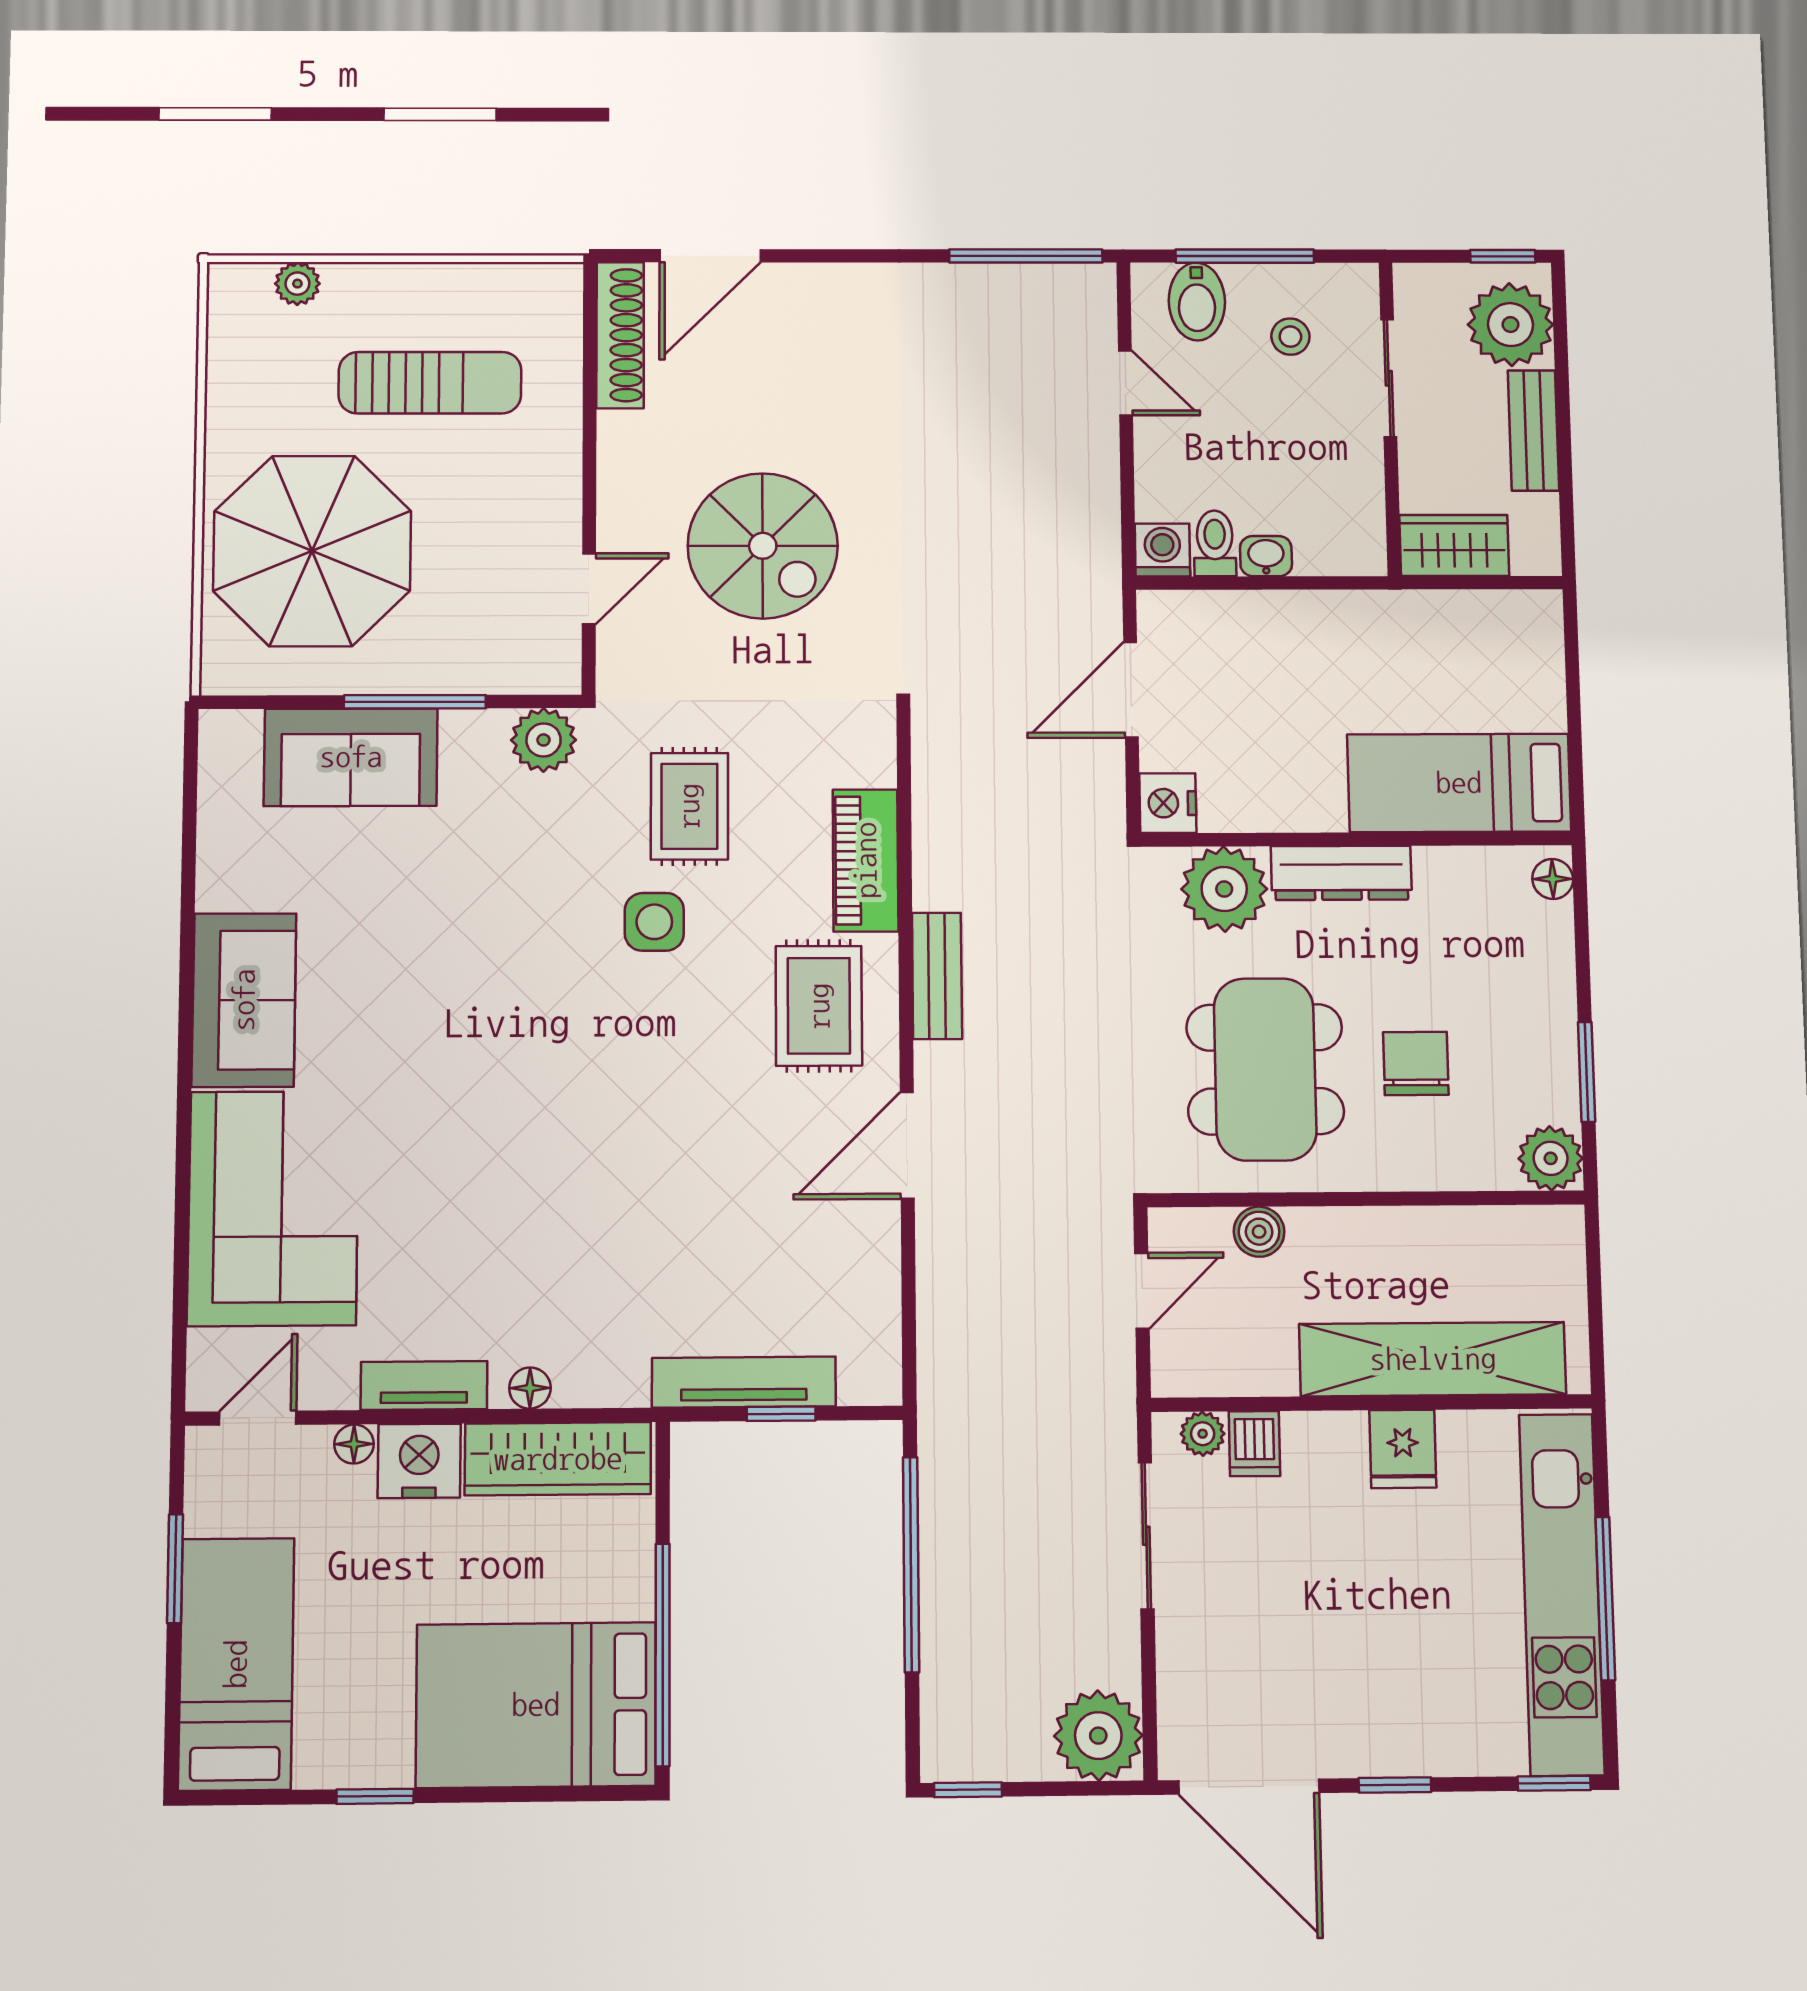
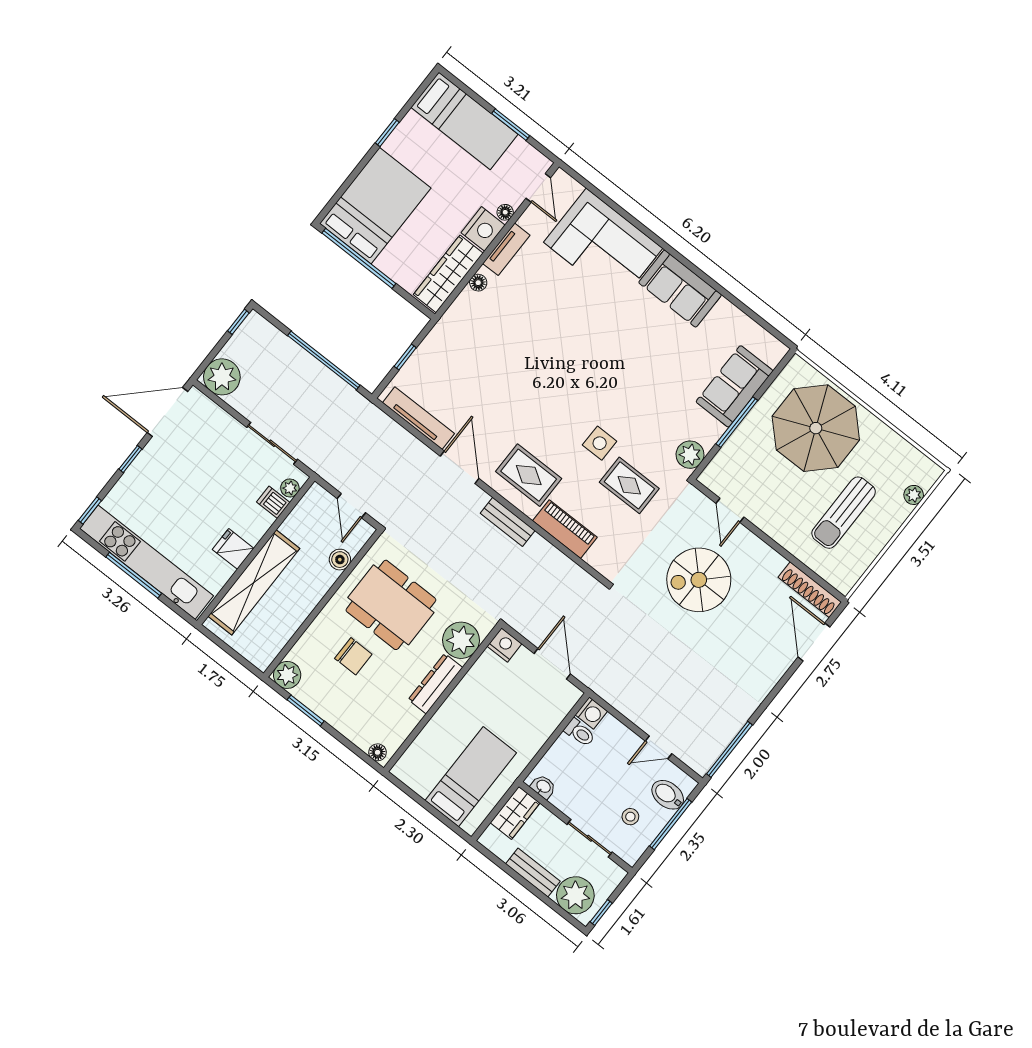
washbasin: (1266, 556) -> (543, 787), moved, turned -90
bed: (1459, 783) -> (471, 777), moved
tv unit: (744, 1382) -> (418, 418), moved, turned -90

